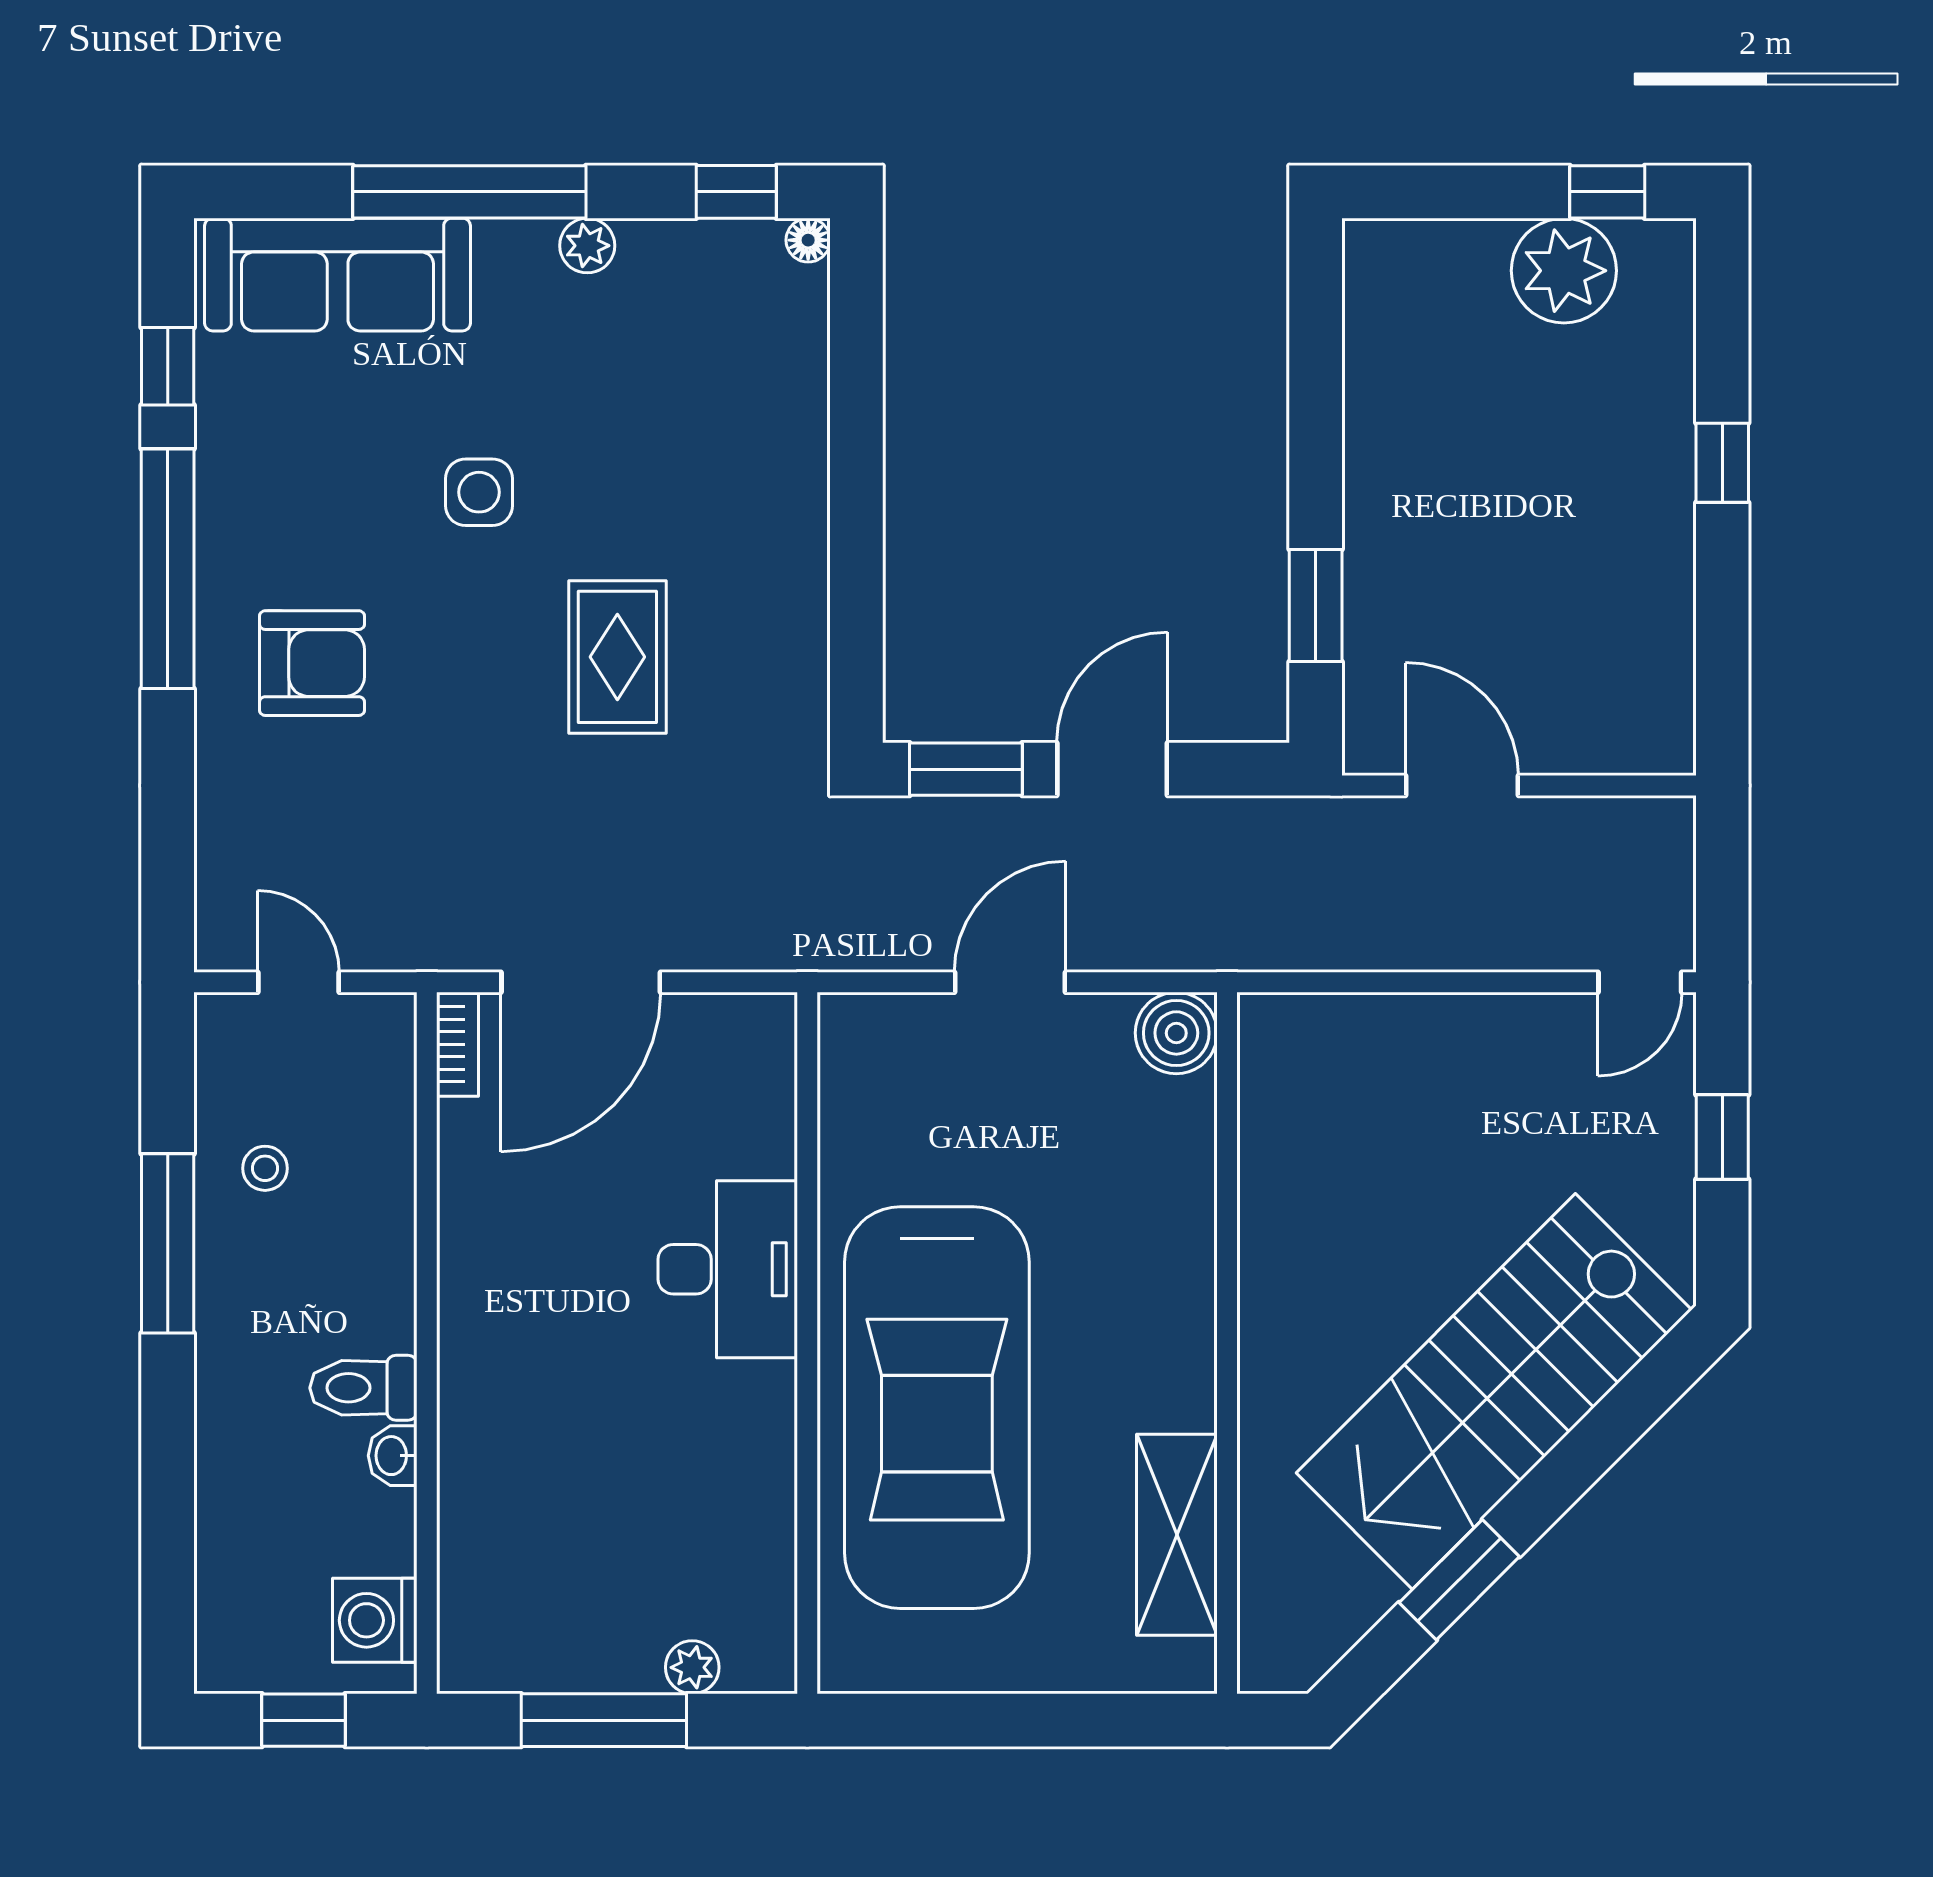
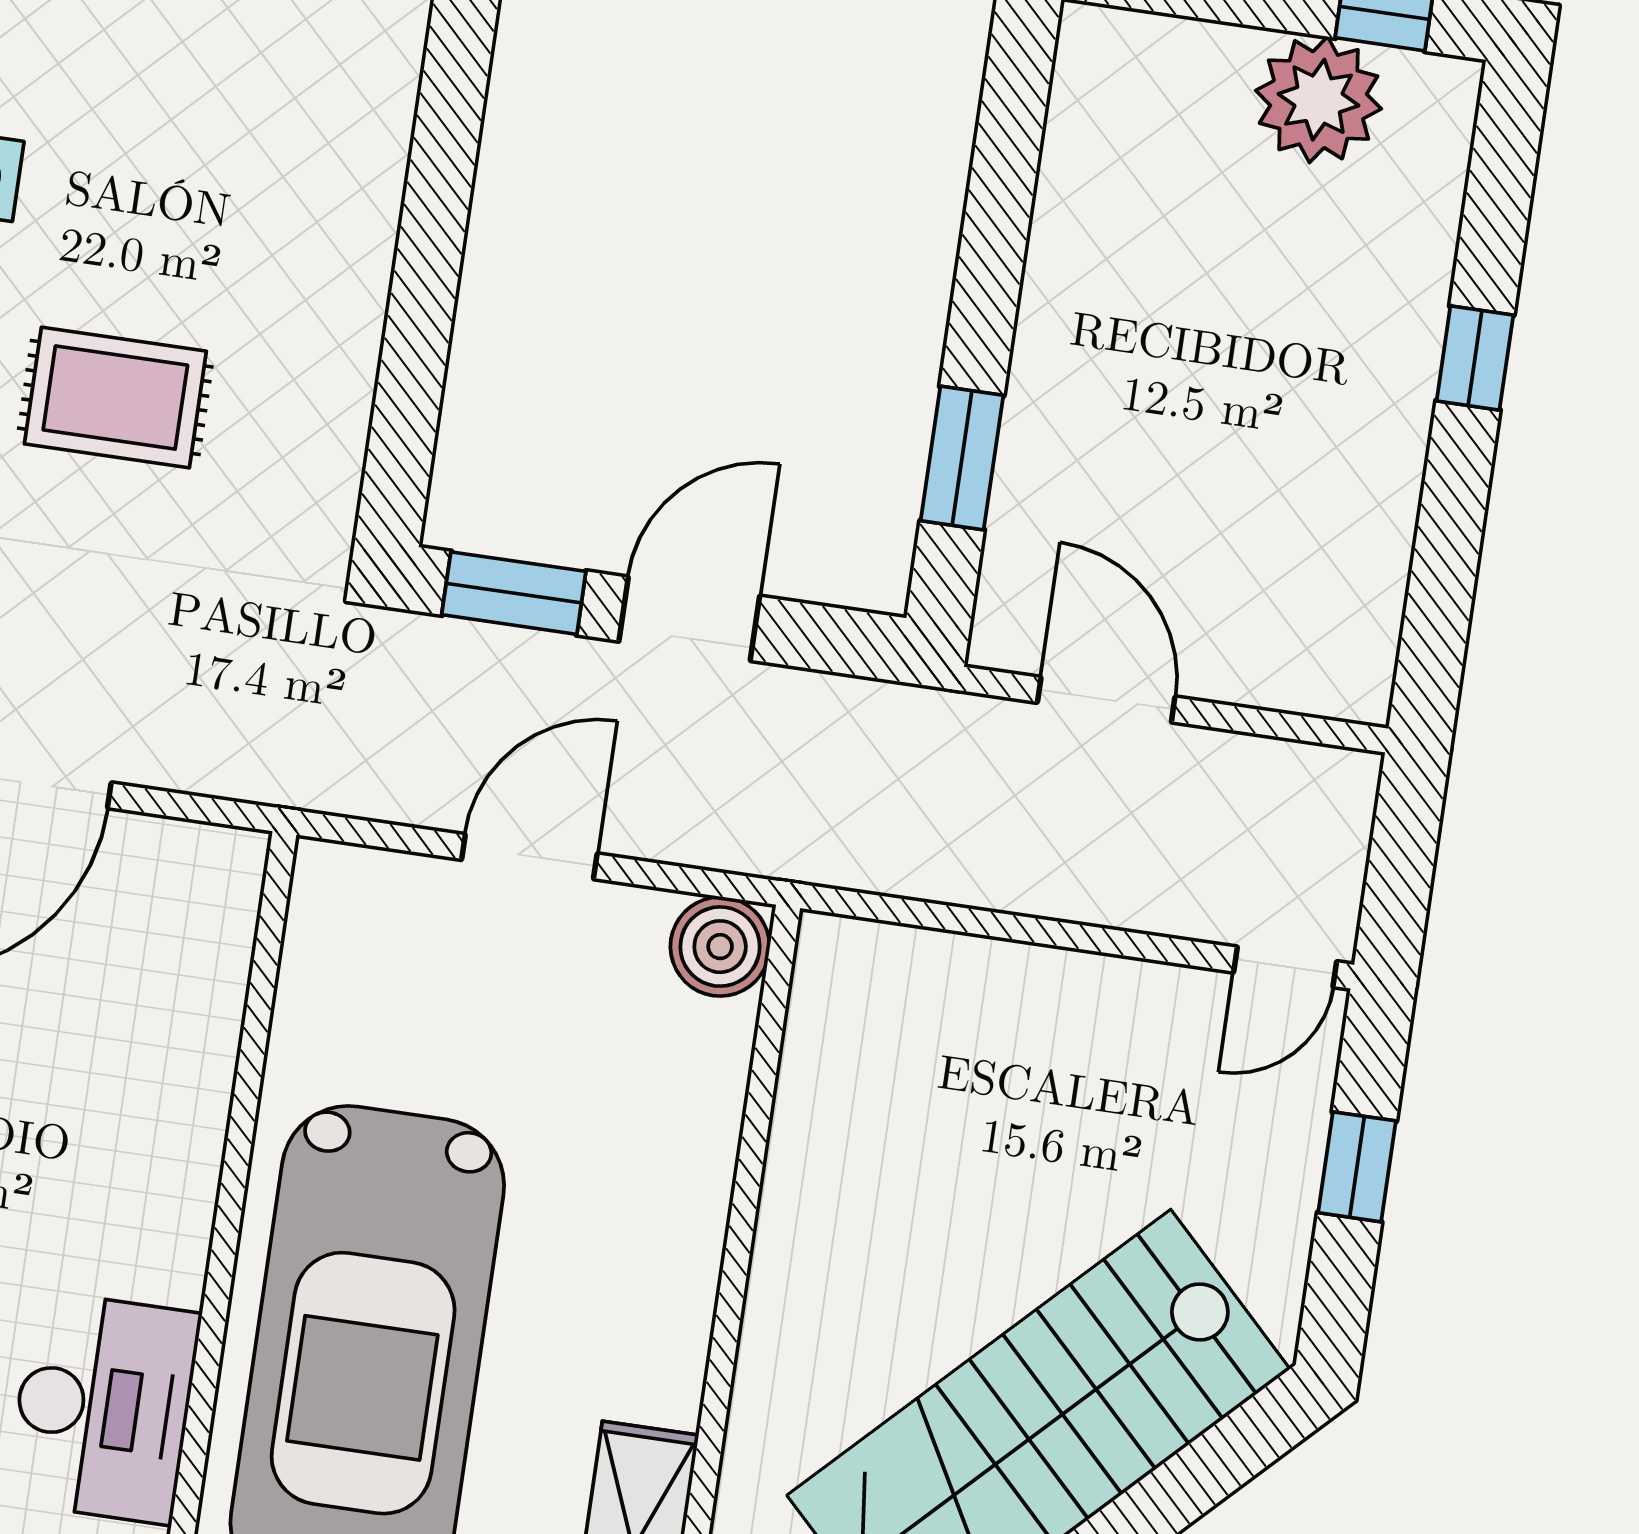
rug: (617, 657) -> (115, 398), turned 90
desk: (728, 1269) -> (103, 1408), moved

